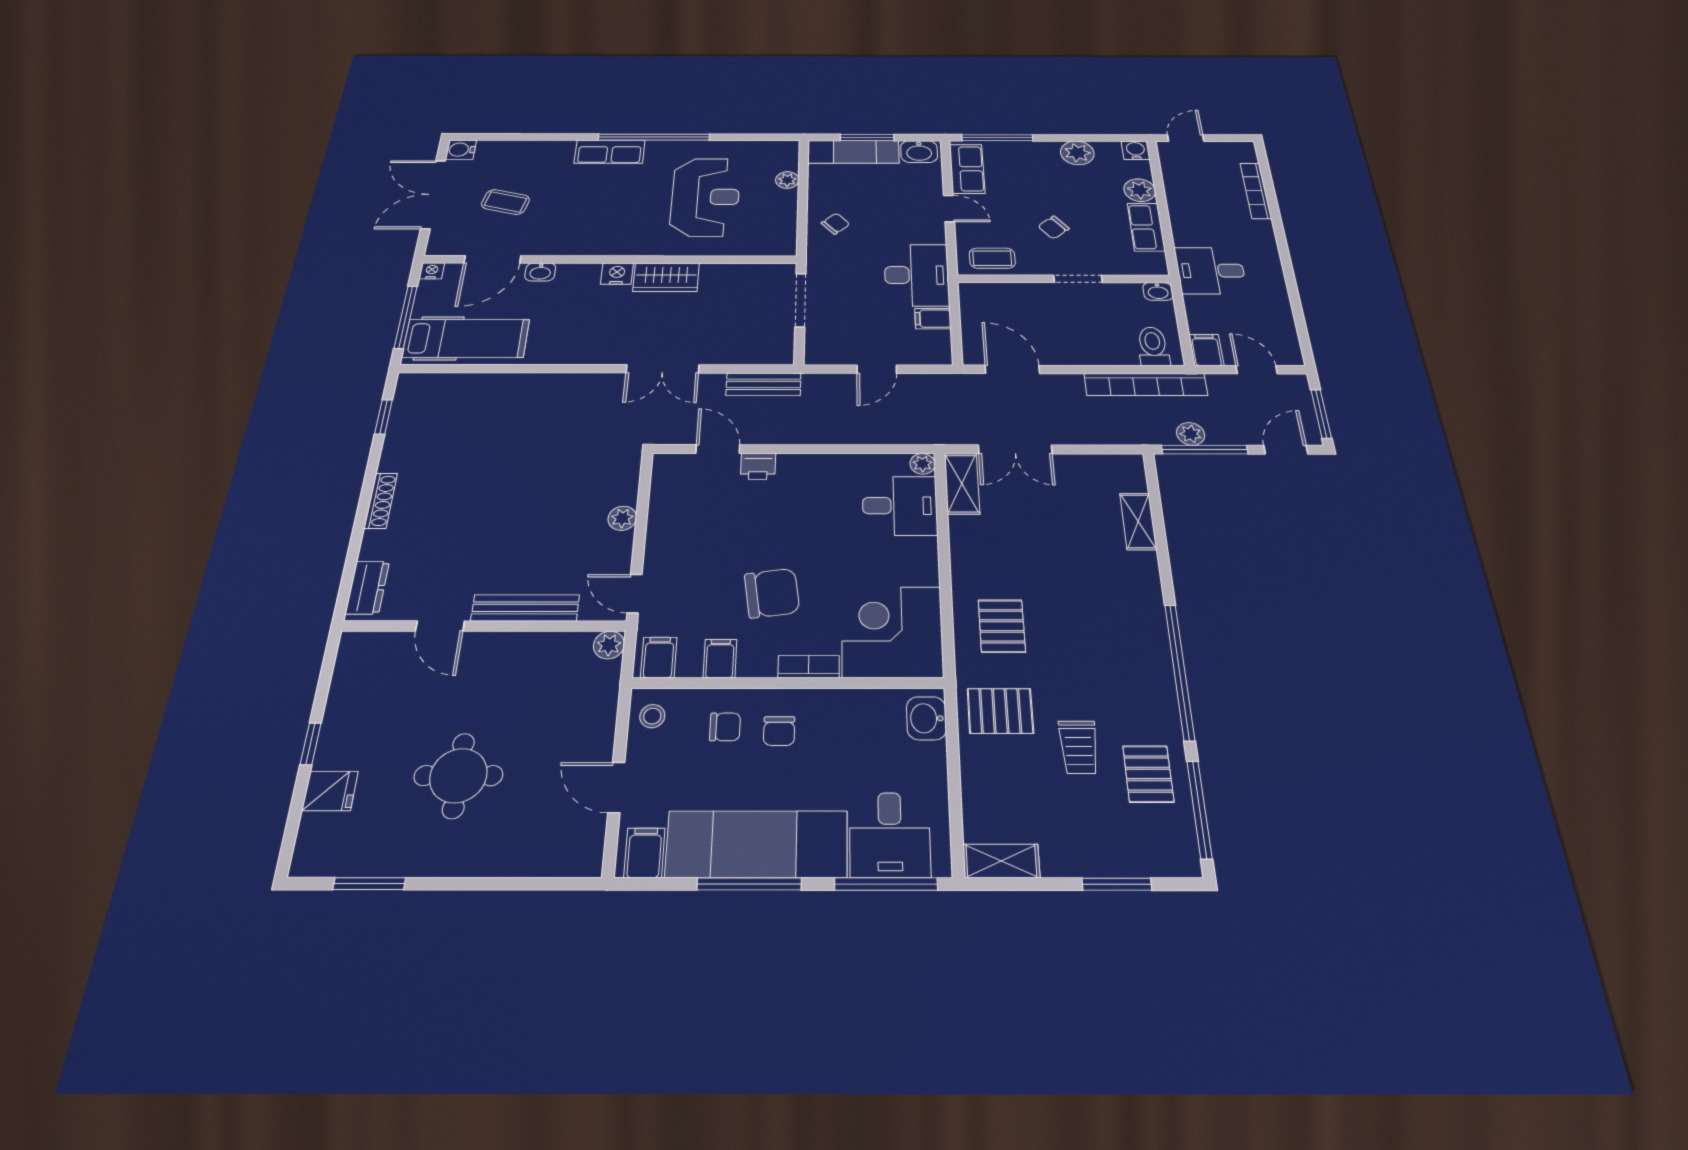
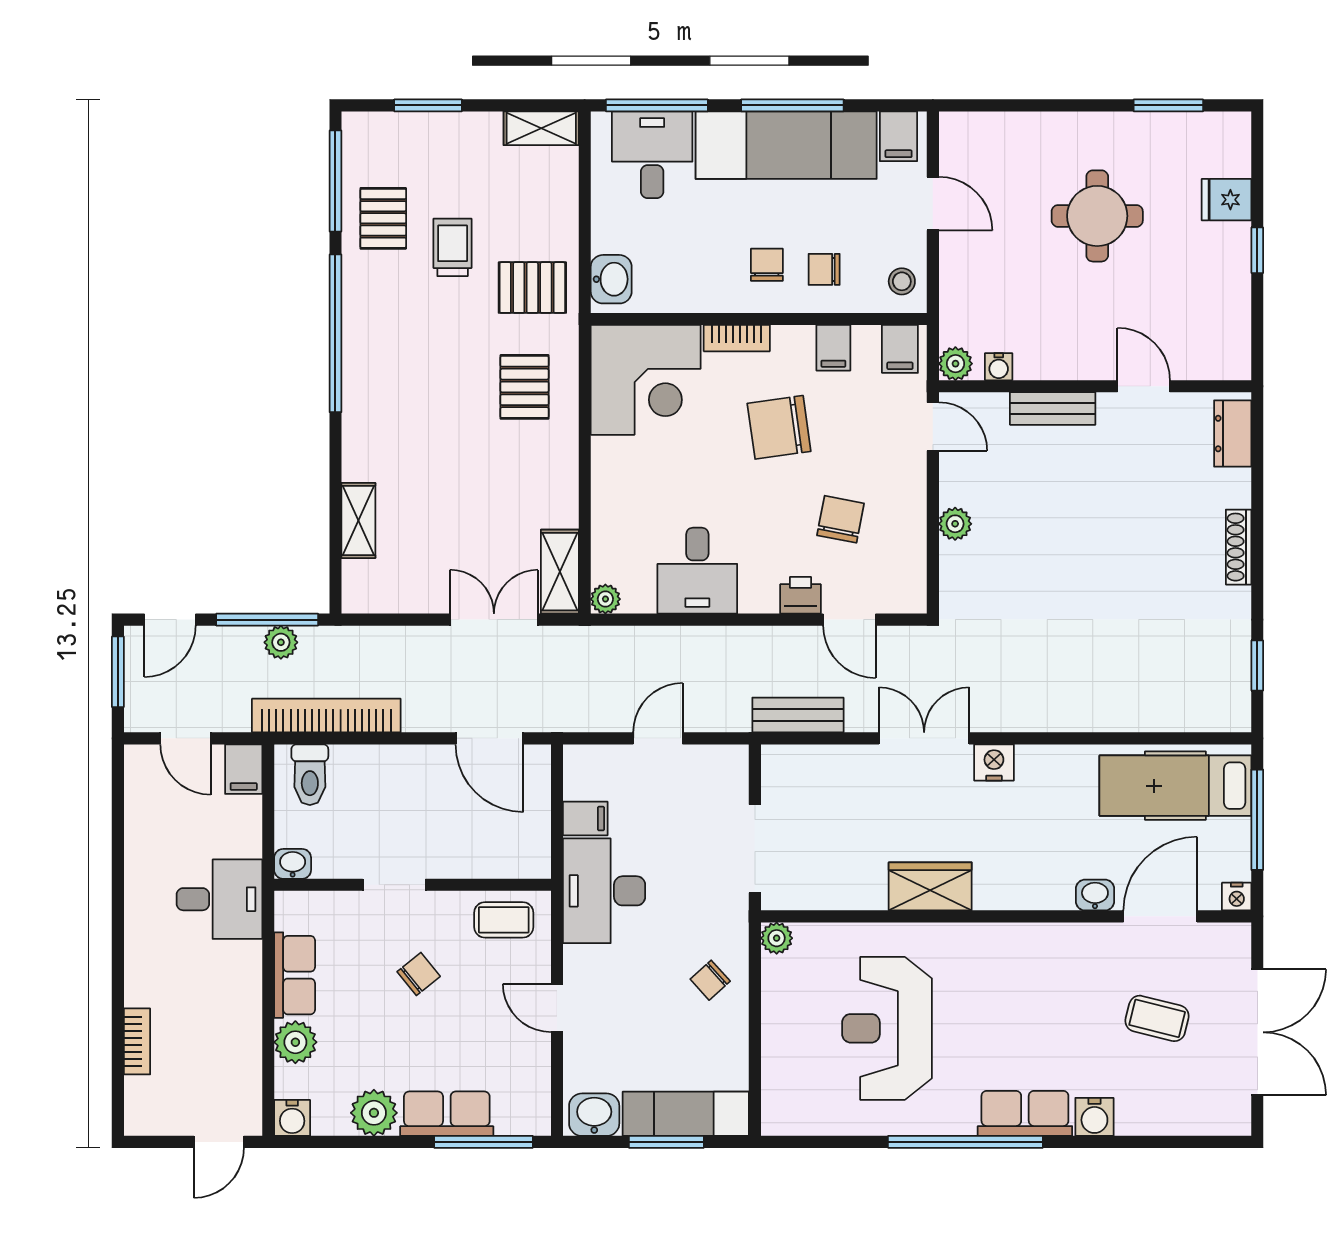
water cooler: (461, 150) -> (1094, 1117), moved, turned 90
row of seats: (967, 169) -> (447, 1114), moved, turned 90
plant: (787, 180) -> (777, 938), moved
bookcase: (1256, 191) -> (137, 1041), width x0.64
nightstand: (617, 274) -> (994, 763), moved, turned 180
desk: (900, 506) -> (697, 571), moved, turned -90
chair: (721, 522) -> (841, 519), added
bench: (525, 608) -> (1053, 409), width x0.73
water cooler: (570, 642) -> (999, 367), added

